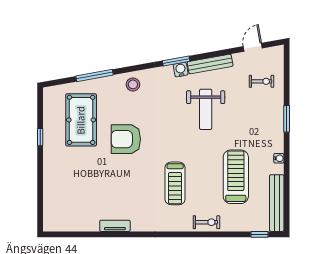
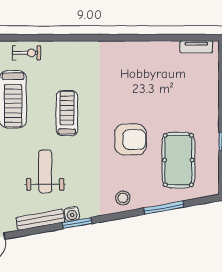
treadmill: (175, 183) -> (67, 113), moved
exercise bike: (206, 222) -> (26, 53), moved, turned 180
tv unit: (115, 226) -> (196, 47), moved

